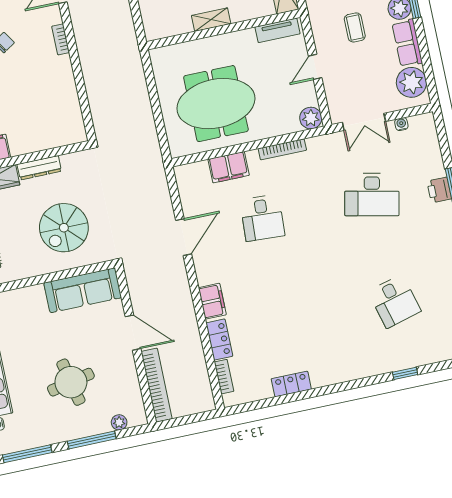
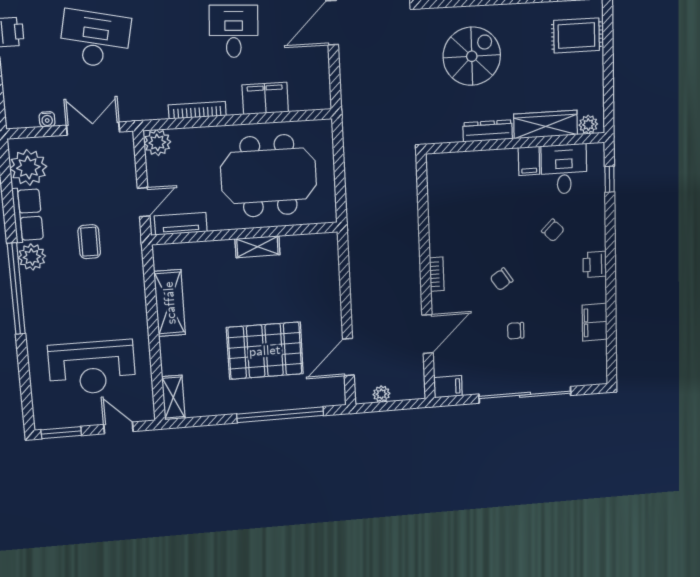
shelving: (211, 20) -> (257, 247), moved
wall: (223, 30) -> (245, 233), moved
tv unit: (277, 30) -> (181, 224), moved

